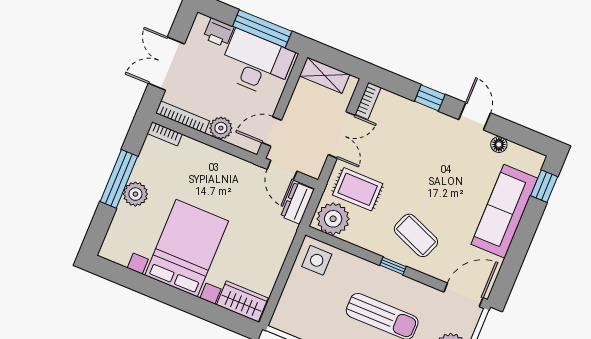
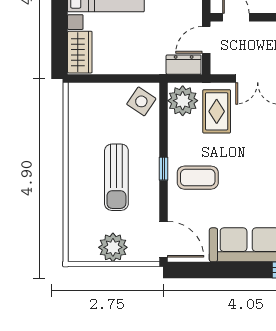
coffee table: (416, 235) -> (198, 178), turned 68
side table: (317, 260) -> (141, 101), turned 34

